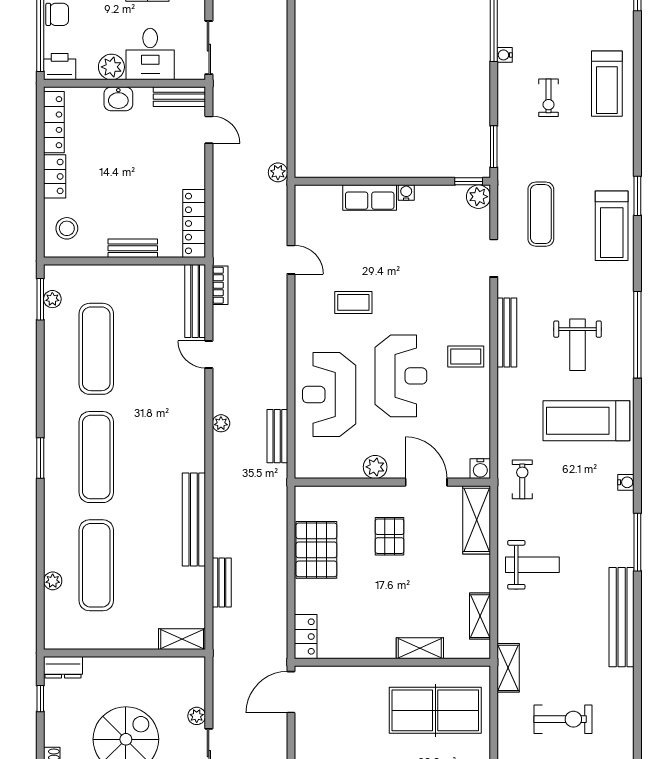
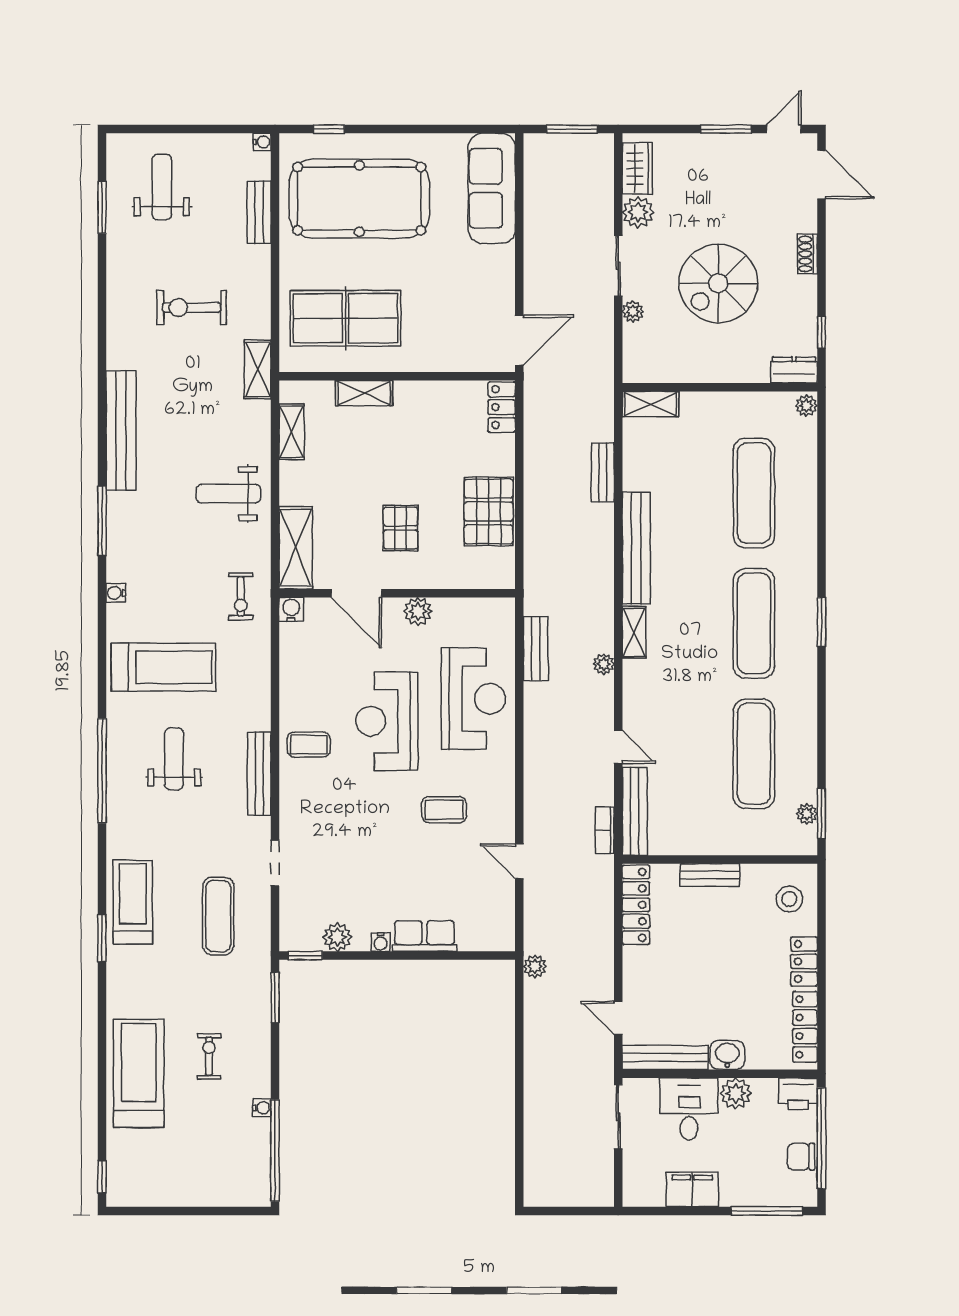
treadmill: (607, 84) -> (139, 1073), width x1.37, depth x1.38
bench: (179, 97) -> (665, 1058), width x1.36
plant: (478, 197) -> (337, 937), moved
shelving: (196, 450) -> (634, 632), added
plant: (53, 581) -> (806, 406), moved

